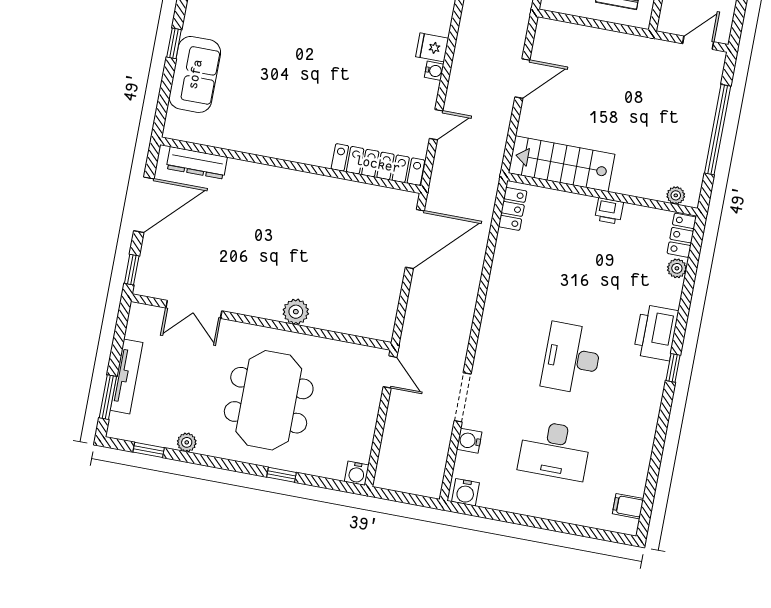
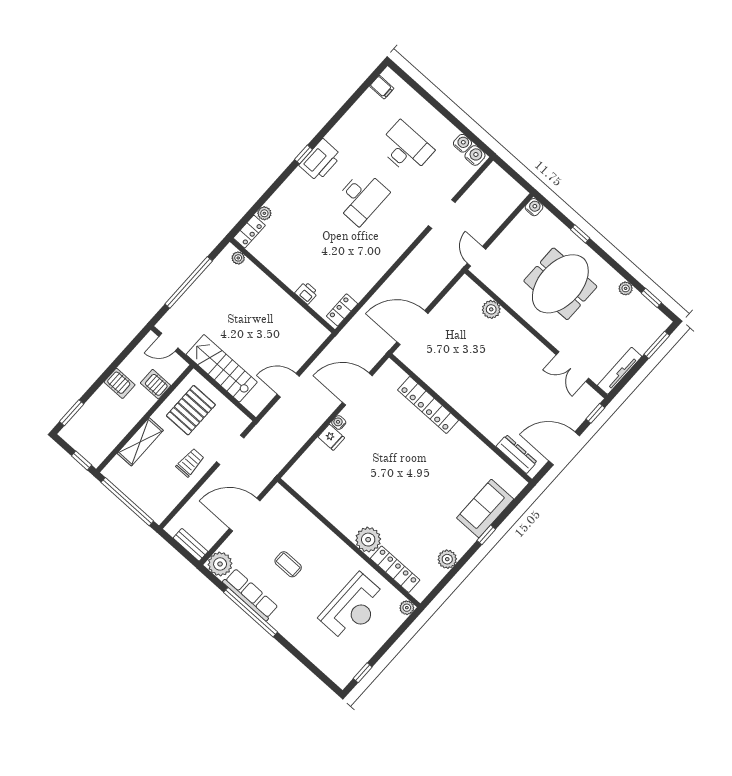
door: (436, 125) -> (357, 389), width x1.88
locker: (378, 164) -> (428, 405), moved
stairs: (562, 164) -> (222, 368), moved, turned 180
printer: (609, 211) -> (306, 293), moved
double door: (194, 309) -> (572, 366), swing flipped
plant: (296, 312) -> (491, 309), moved
printer: (656, 333) -> (320, 160), moved
tv unit: (127, 376) -> (620, 371), moved
water cooler: (469, 441) -> (462, 143), moved, turned -90

